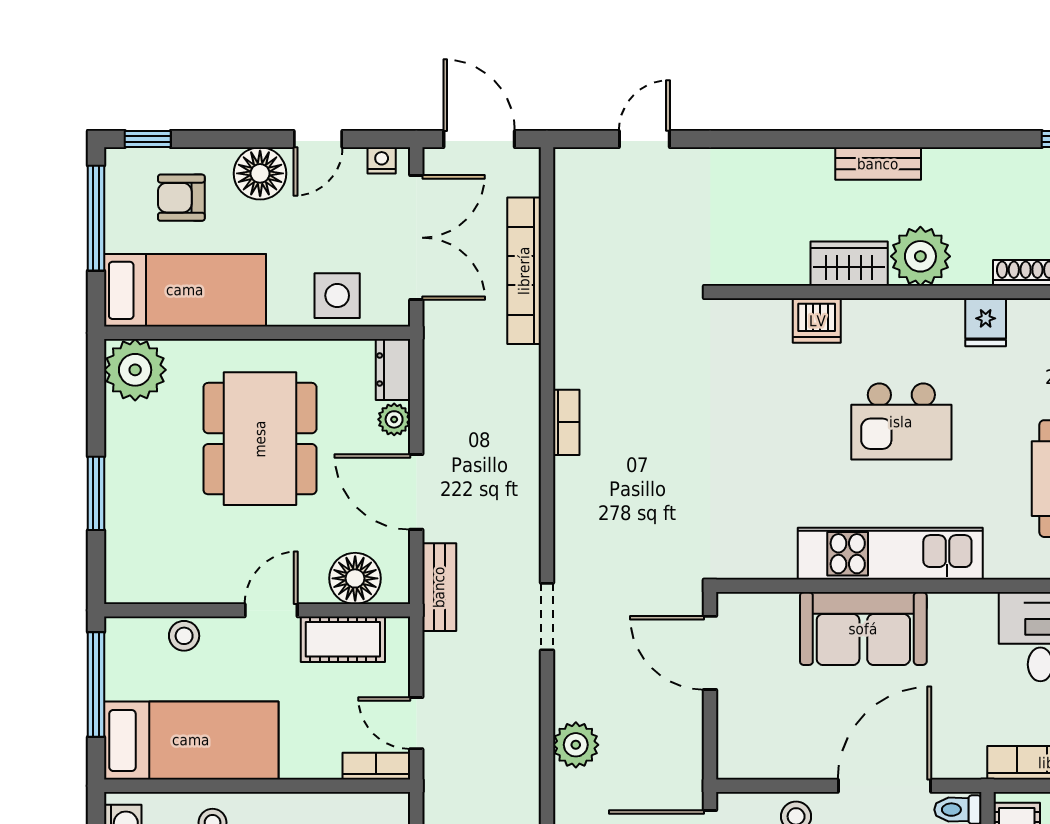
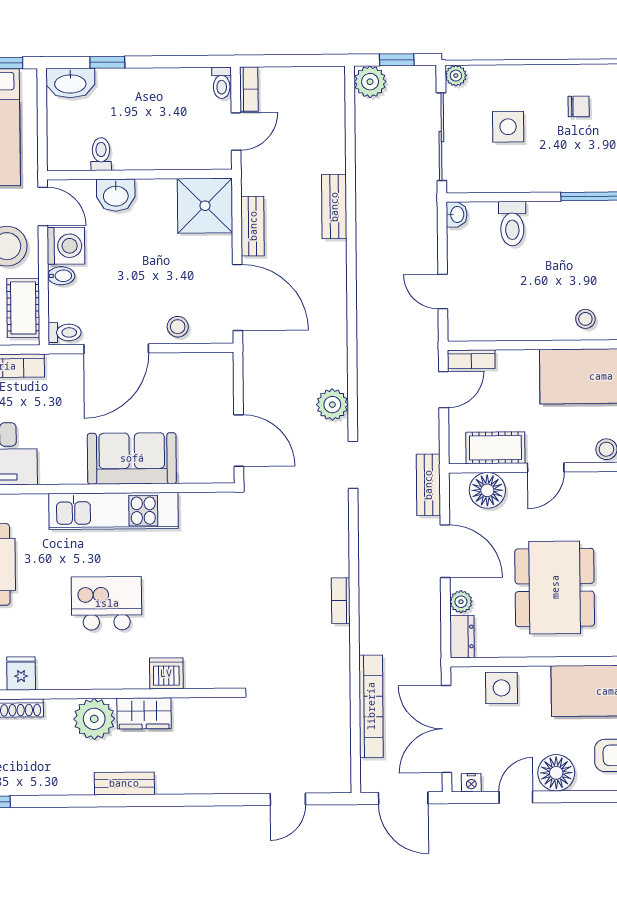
fridge: (986, 322) -> (21, 673), moved
door: (416, 723) -> (444, 390), hinge flipped
plant: (576, 745) -> (332, 405), moved

